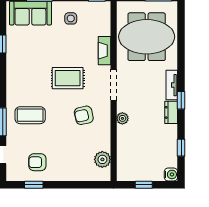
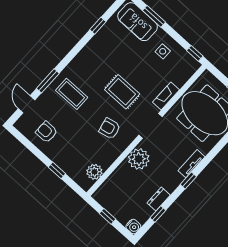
dresser: (171, 112) -> (159, 199), moved
plant: (122, 118) -> (139, 159), width x1.88, depth x1.88
window: (34, 185) -> (57, 170), moved

